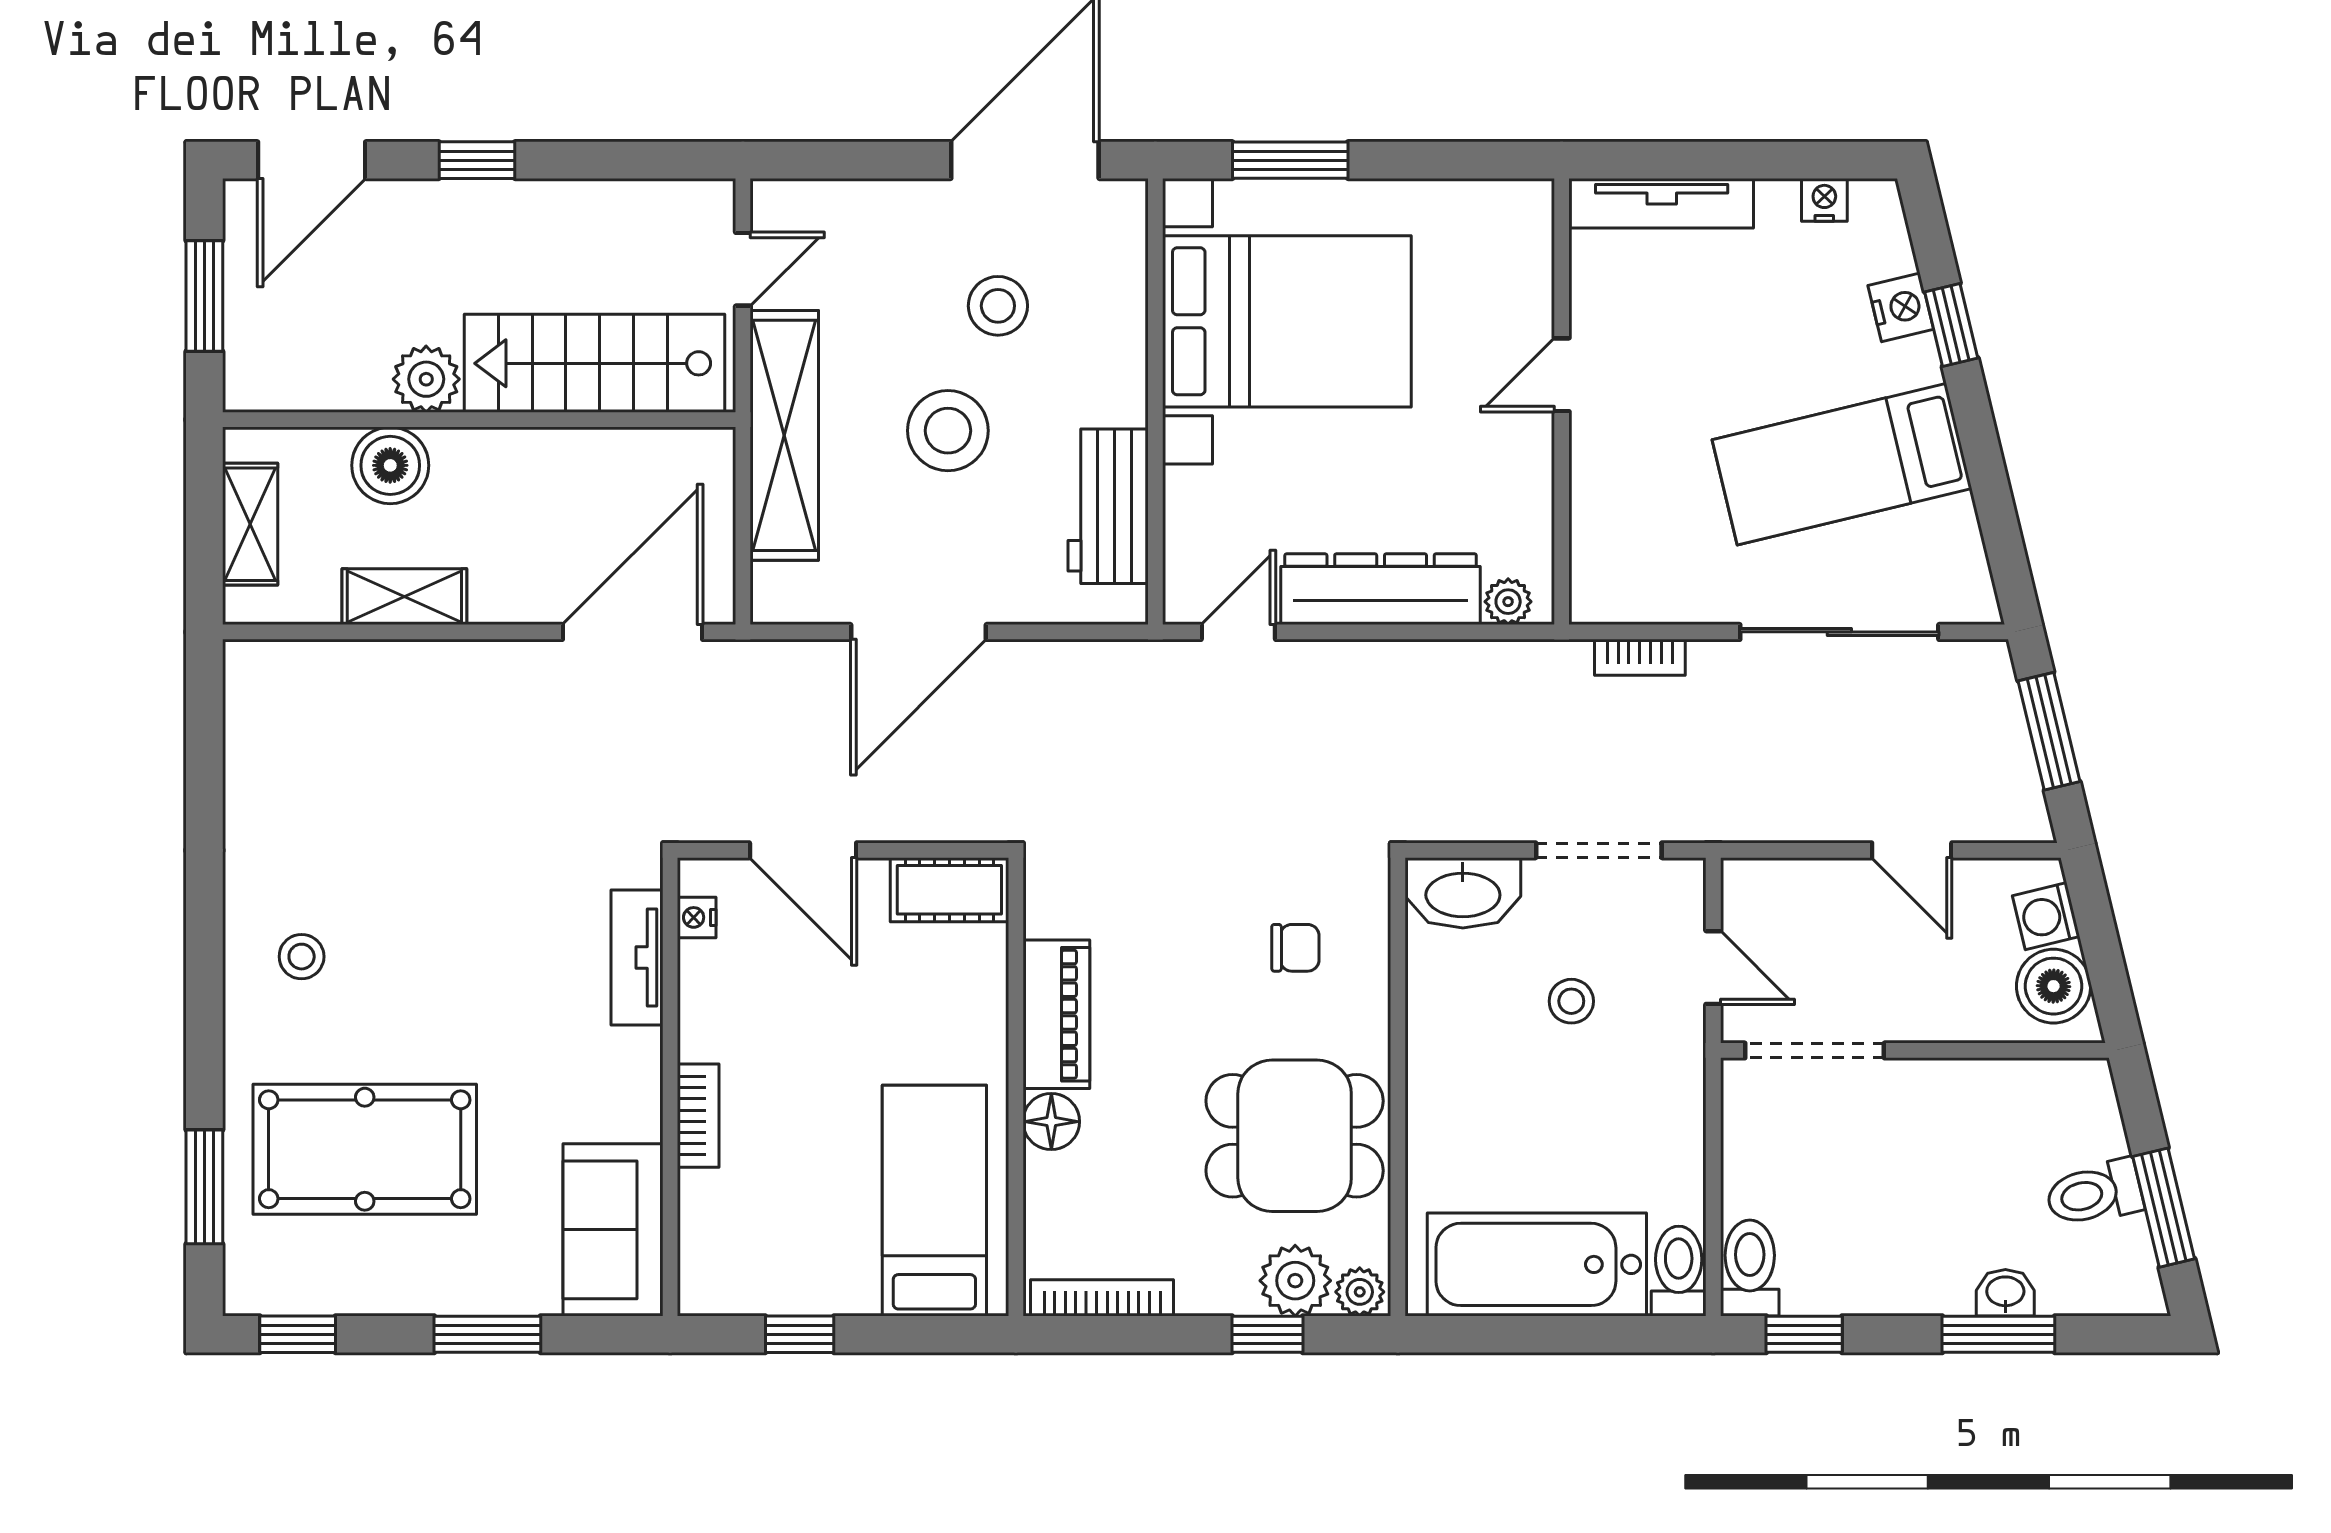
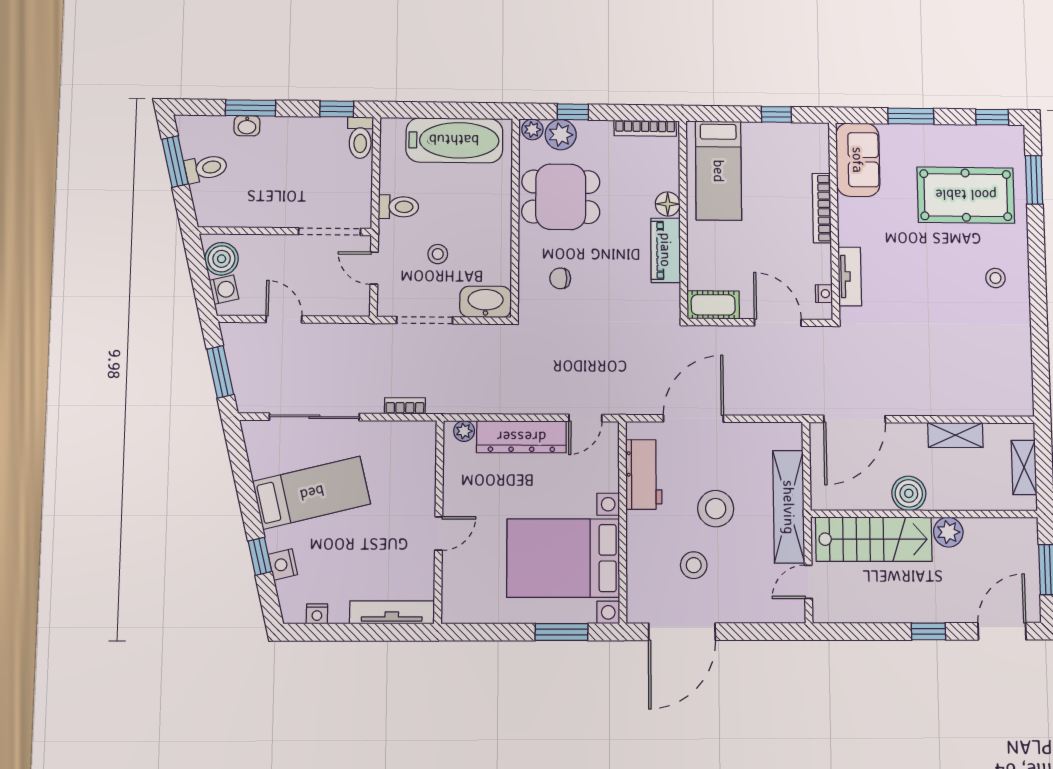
boiler: (390, 465) -> (909, 493), moved
door: (919, 632) -> (693, 418), moved
bookcase: (698, 1116) -> (822, 208), width x1.56
toilet: (1679, 1271) -> (398, 207), moved, turned -90

